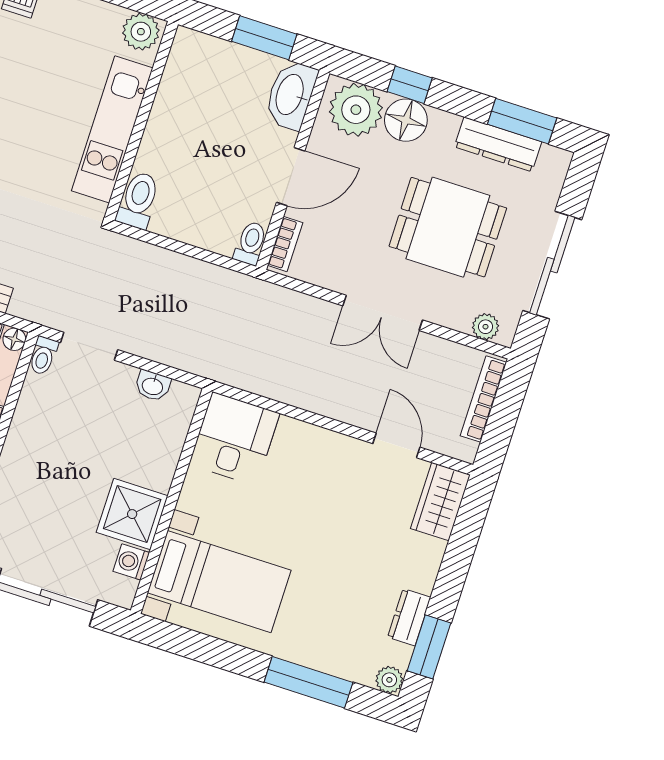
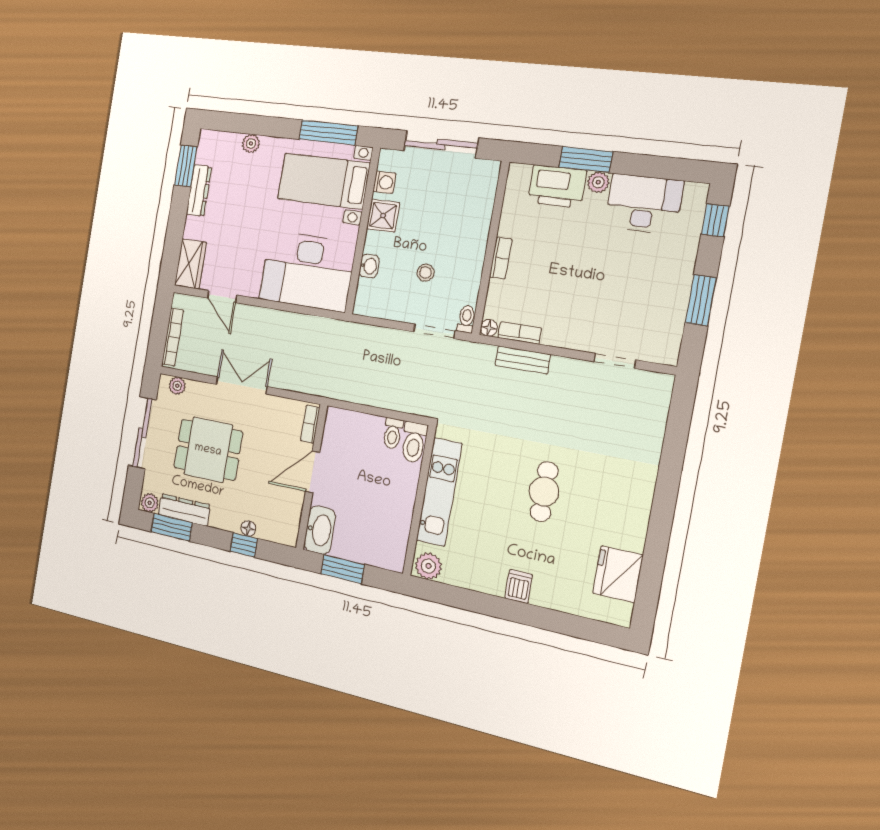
plant: (356, 110) -> (150, 503), moved, width x0.53, depth x0.53
floor lamp: (406, 120) -> (248, 528), width x0.53, depth x0.53
toilet: (251, 243) -> (393, 433), moved
washbasin: (153, 386) -> (369, 266), moved, turned 90
stool: (90, 428) -> (426, 273), added
desk: (234, 439) -> (307, 271), width x1.87, depth x1.30
shower: (132, 514) -> (383, 216), width x0.73, depth x0.73
dresser: (409, 617) -> (199, 191), width x1.44
plant: (389, 680) -> (251, 143), moved
window: (308, 682) -> (328, 133), moved

